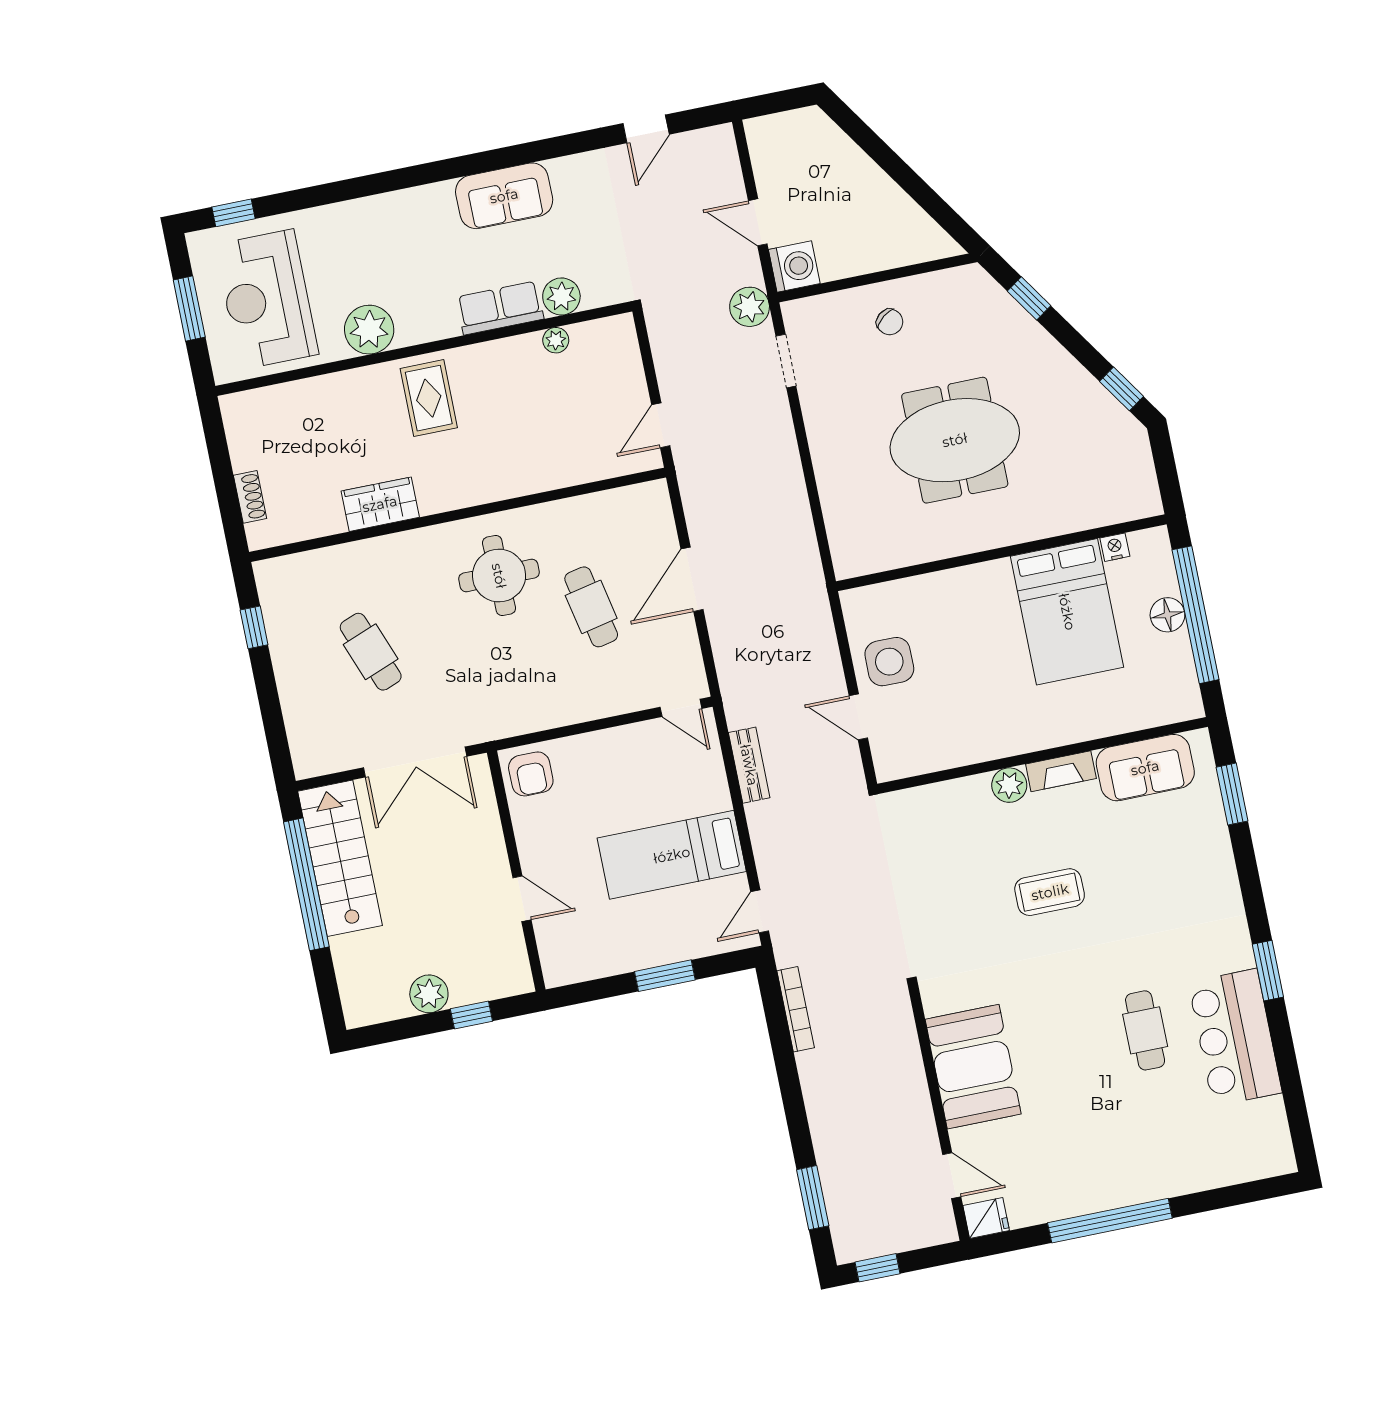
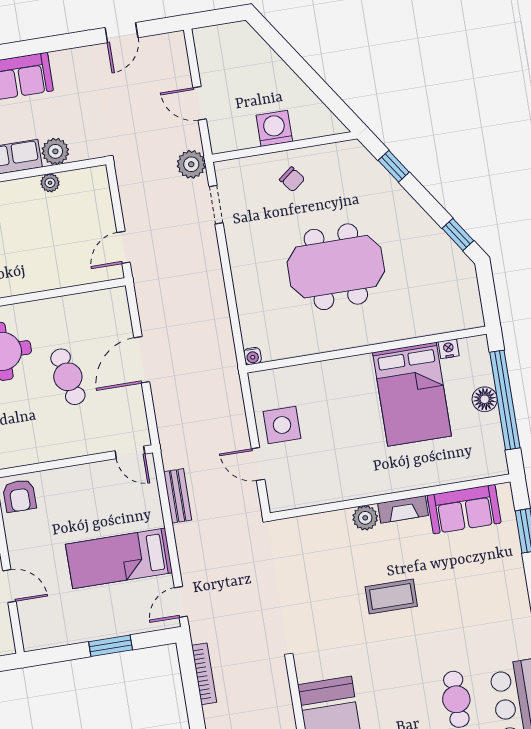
washing machine: (794, 266) -> (274, 128), moved, turned -90
water cooler: (845, 568) -> (253, 356), added

